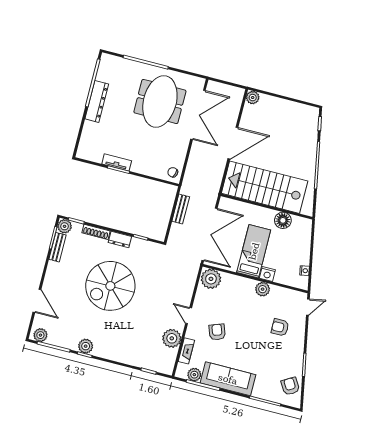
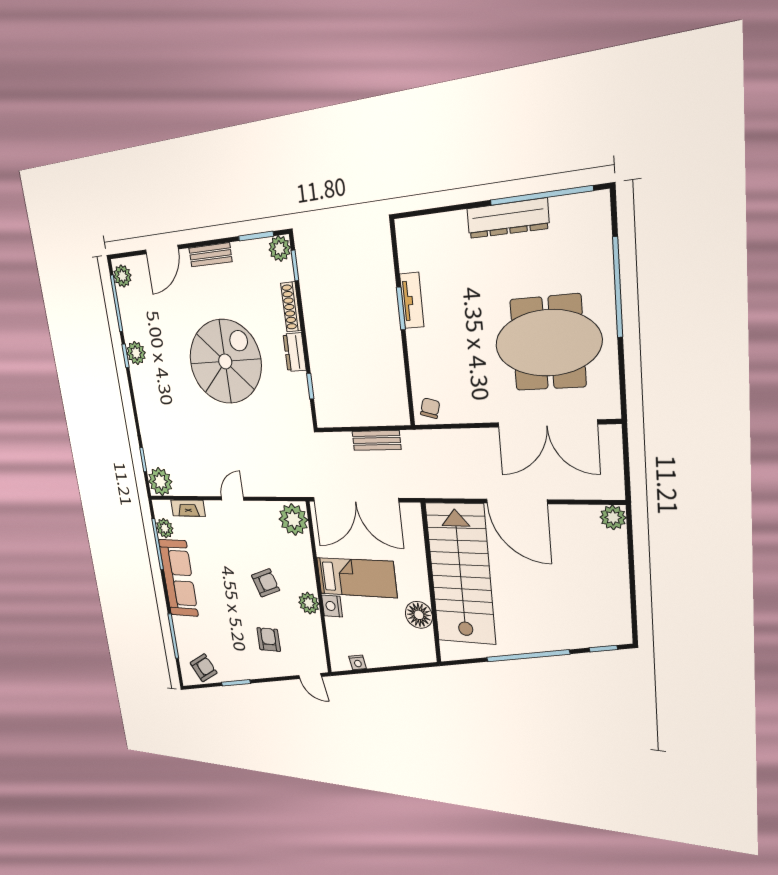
bench: (57, 247) -> (210, 255), moved
spiral stairs: (110, 286) -> (225, 361), turned 90
armchair: (217, 332) -> (266, 583), moved
plant: (172, 338) -> (160, 482), moved

